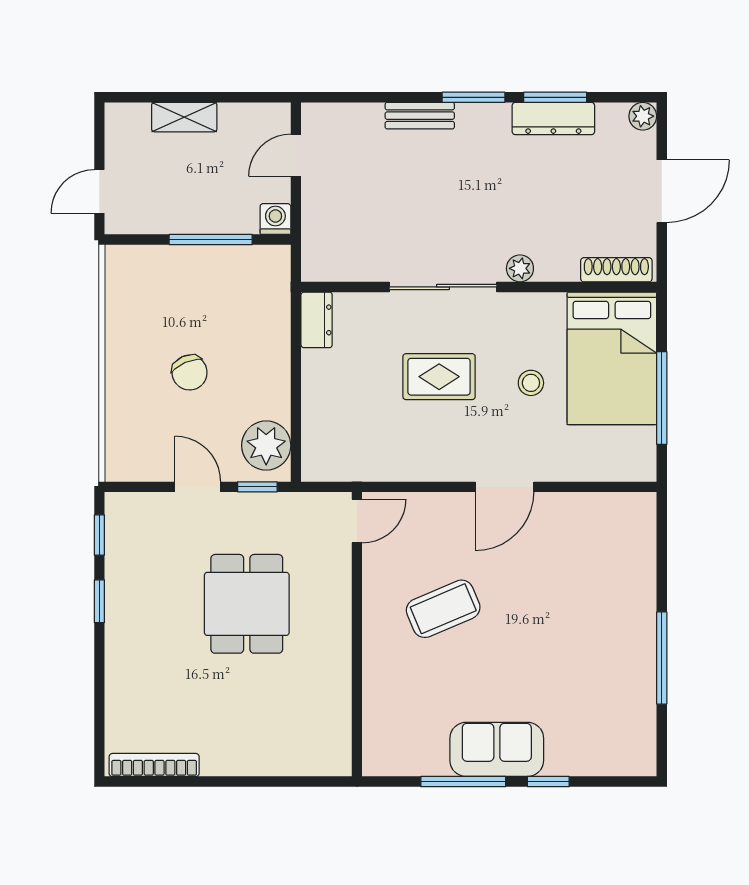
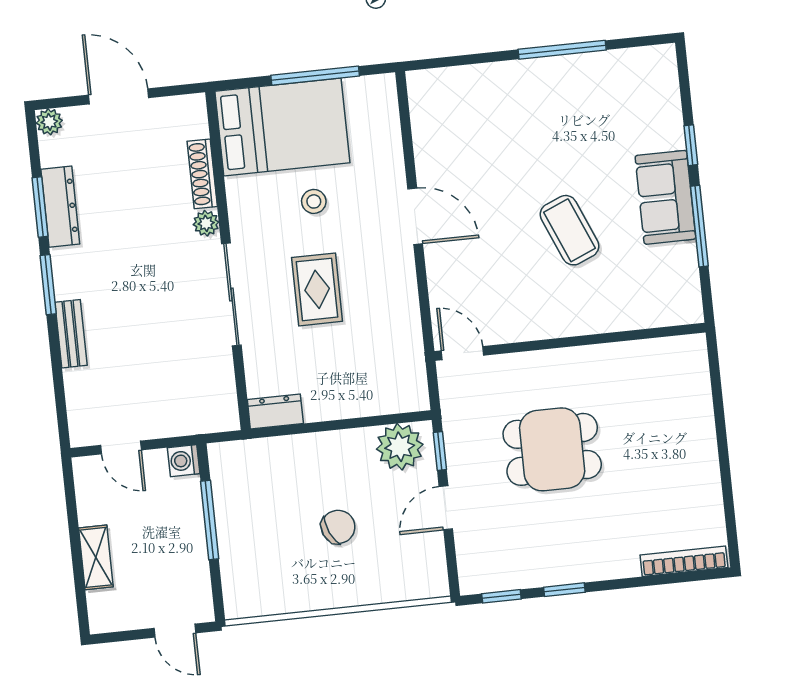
shoe rack: (616, 270) -> (202, 174), moved
coffee table: (443, 609) -> (570, 230), moved
bookcase: (154, 765) -> (684, 561), moved, turned 90

